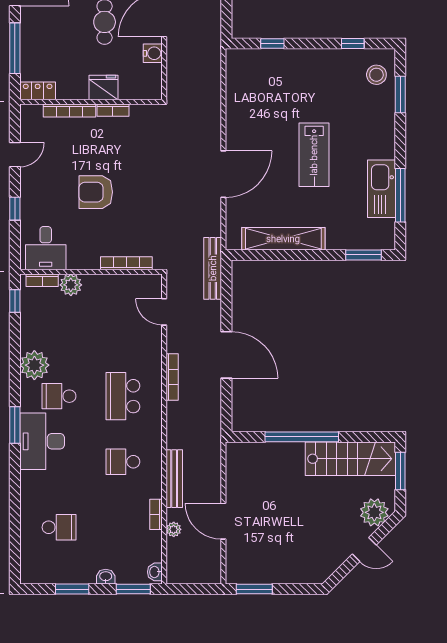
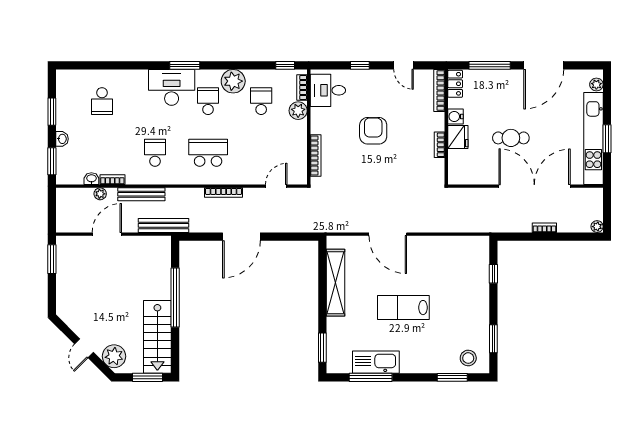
window: (353, 44) -> (493, 339), width x1.50
water cooler: (153, 53) -> (455, 117), moved, turned 90
bookcase: (70, 110) -> (439, 90), moved
bench: (213, 268) -> (163, 225), moved
school desk: (59, 331) -> (261, 101), added
washbasin: (155, 572) -> (91, 179), moved

